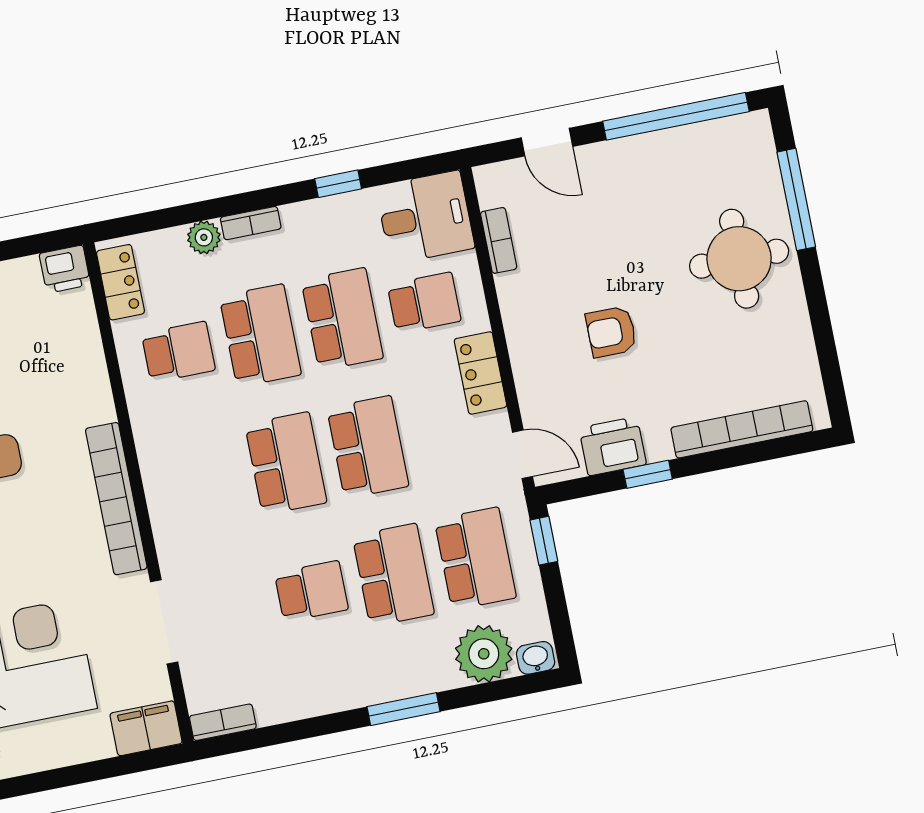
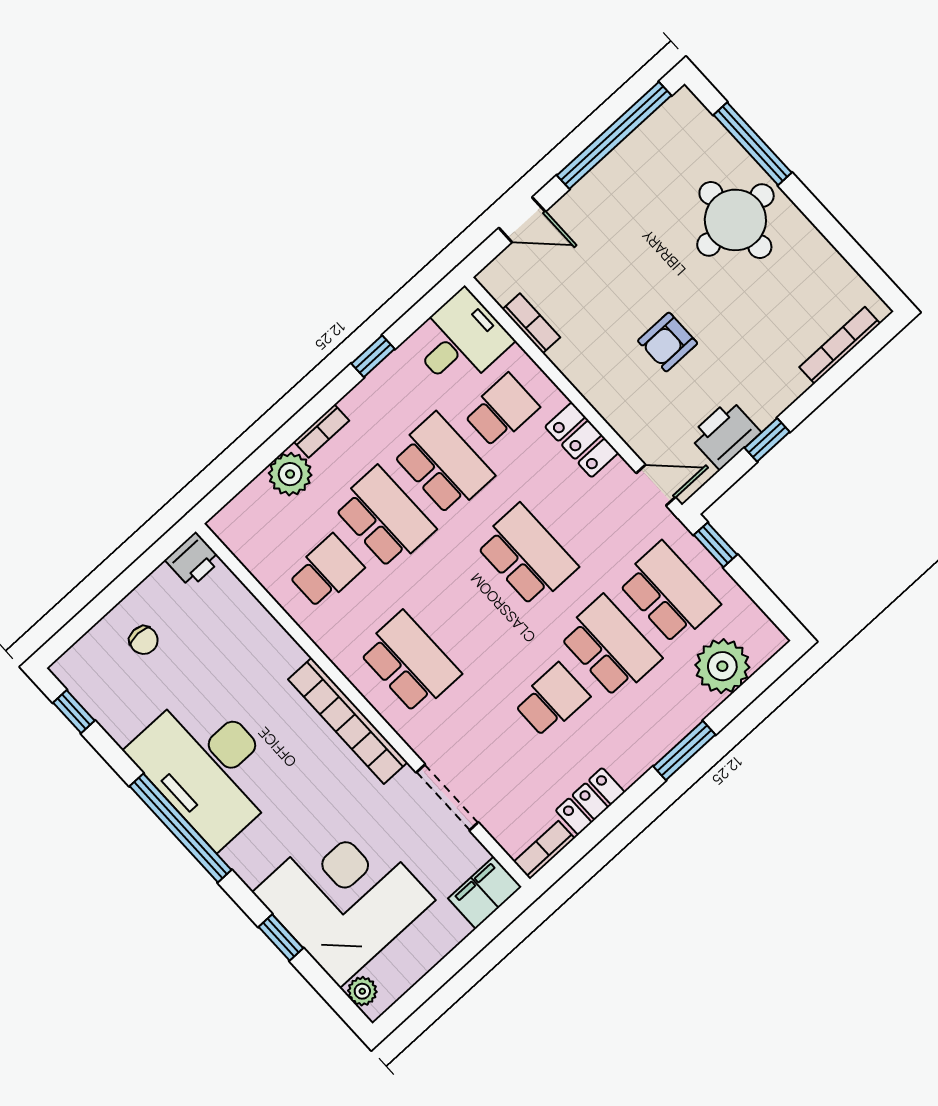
plant: (204, 237) -> (290, 474), width x1.38, depth x1.38
locker: (120, 282) -> (590, 801), moved, turned -90
bookcase: (742, 429) -> (840, 345), width x0.68, depth x0.76
school desk: (286, 463) -> (410, 662), moved
washbasin: (536, 658) -> (766, 644), removed

